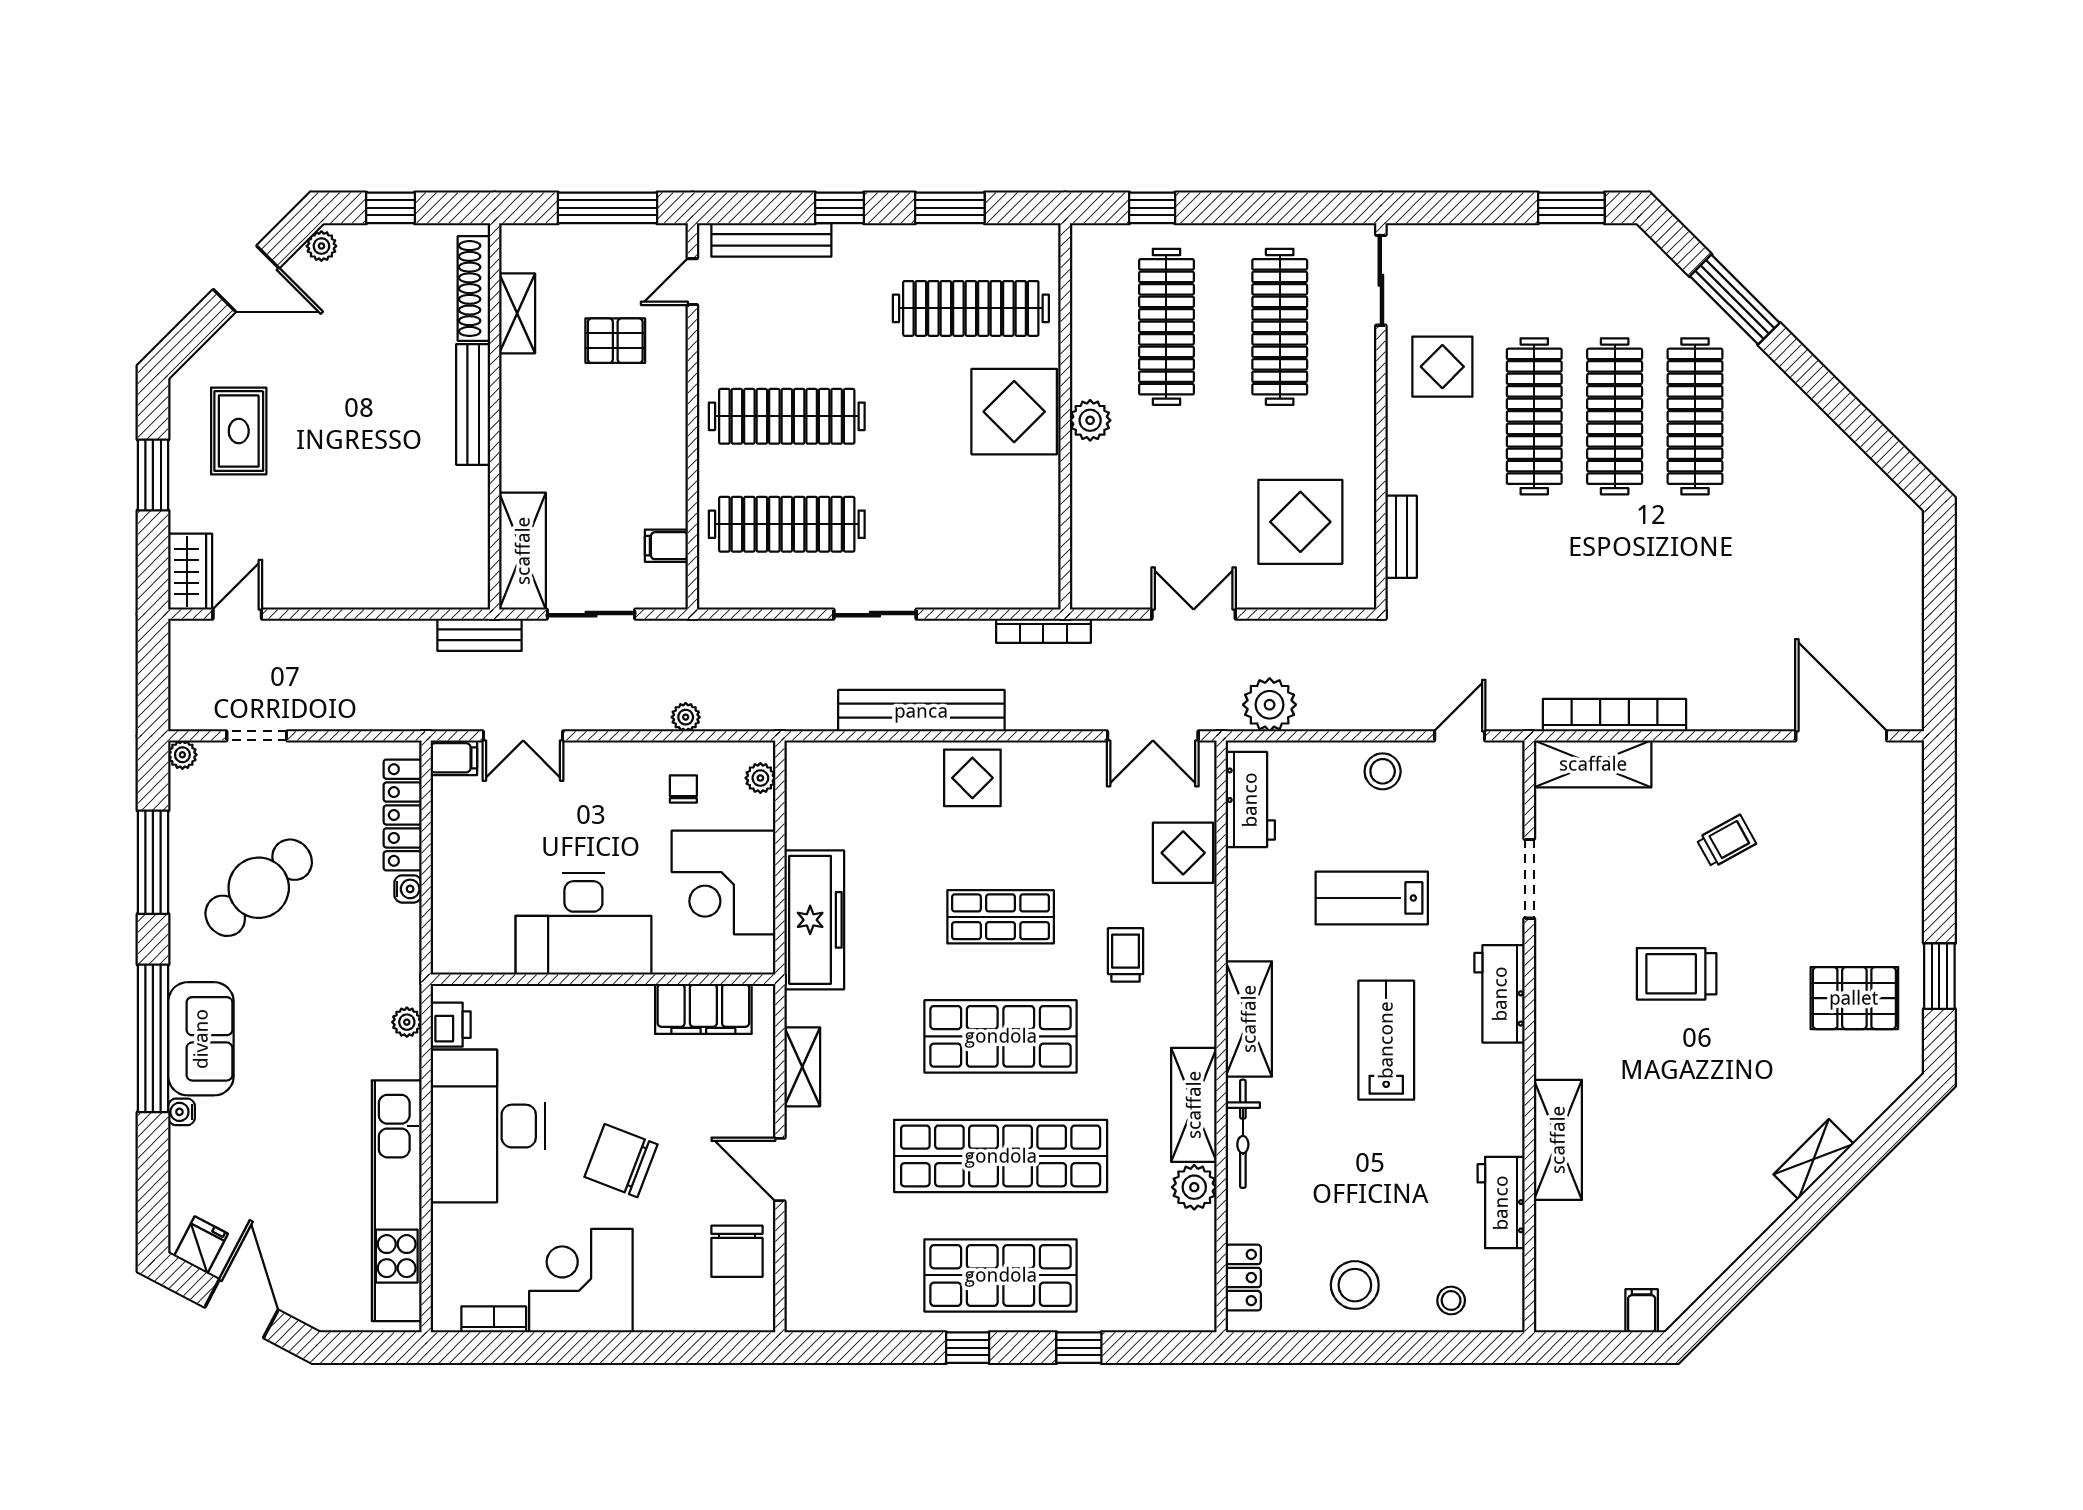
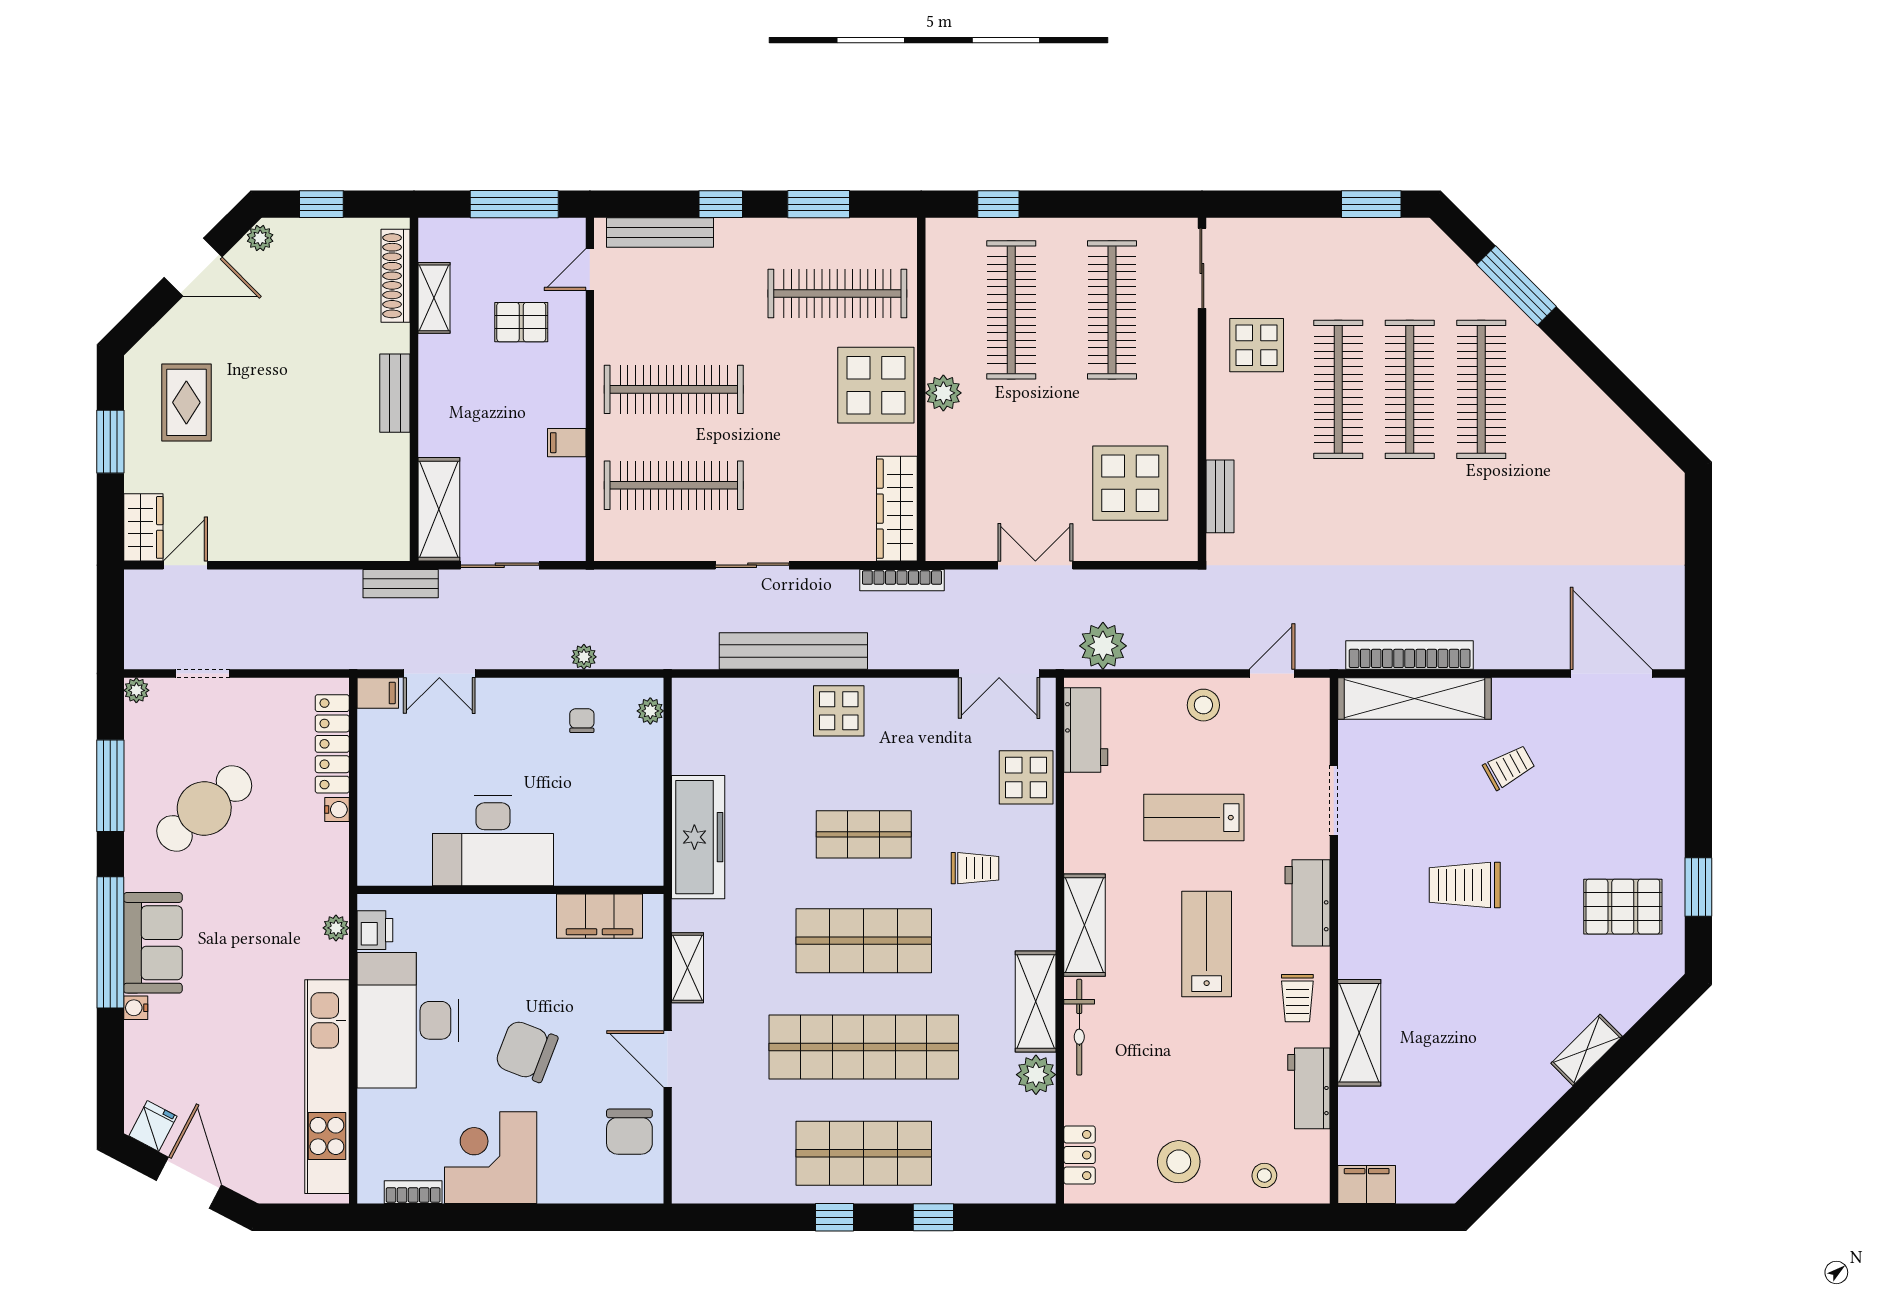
bench: (473, 404) -> (395, 393), width x0.73
filing cabinet: (666, 546) -> (567, 443), moved
wardrobe: (1038, 550) -> (897, 509), added
shelving: (1593, 764) -> (1414, 698), width x1.47
corner desk: (724, 882) -> (618, 804), removed
trolley: (1126, 955) -> (975, 868), turned 90
trolley: (1488, 1101) -> (1297, 998), added
filing cabinet: (1642, 1311) -> (1367, 1185), moved, width x2.00

